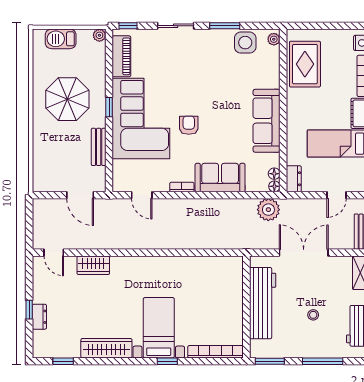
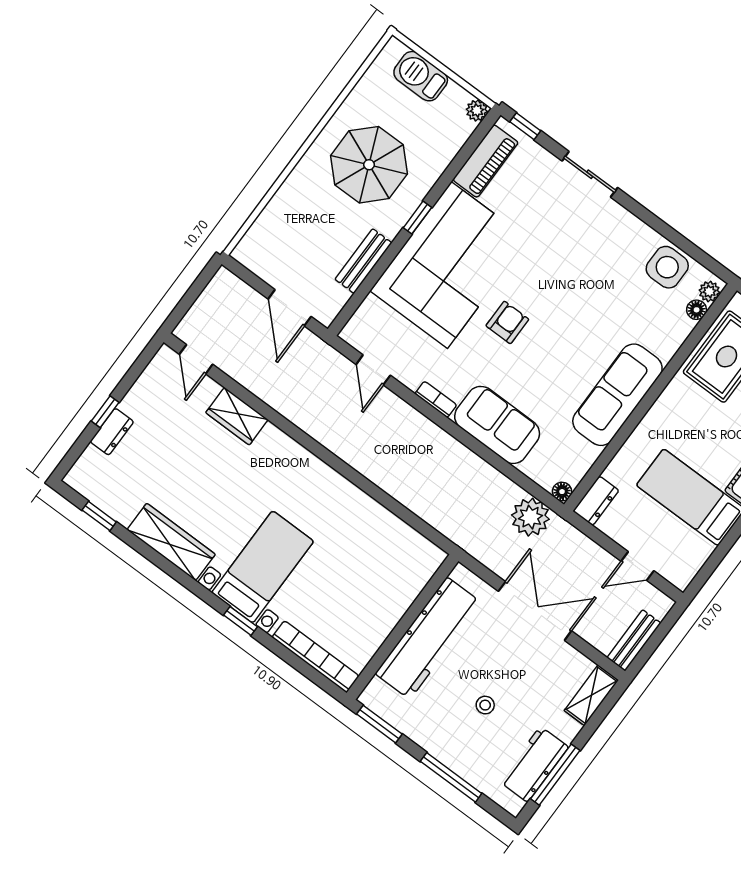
window: (225, 26) -> (656, 224), removed
floor lamp: (274, 174) -> (697, 310), moved

